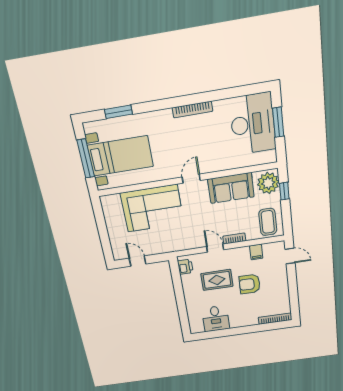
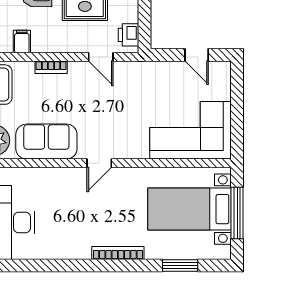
bookcase: (192, 110) -> (118, 253), moved
corner sofa: (152, 208) -> (191, 130), moved
door: (215, 248) -> (101, 57), moved

